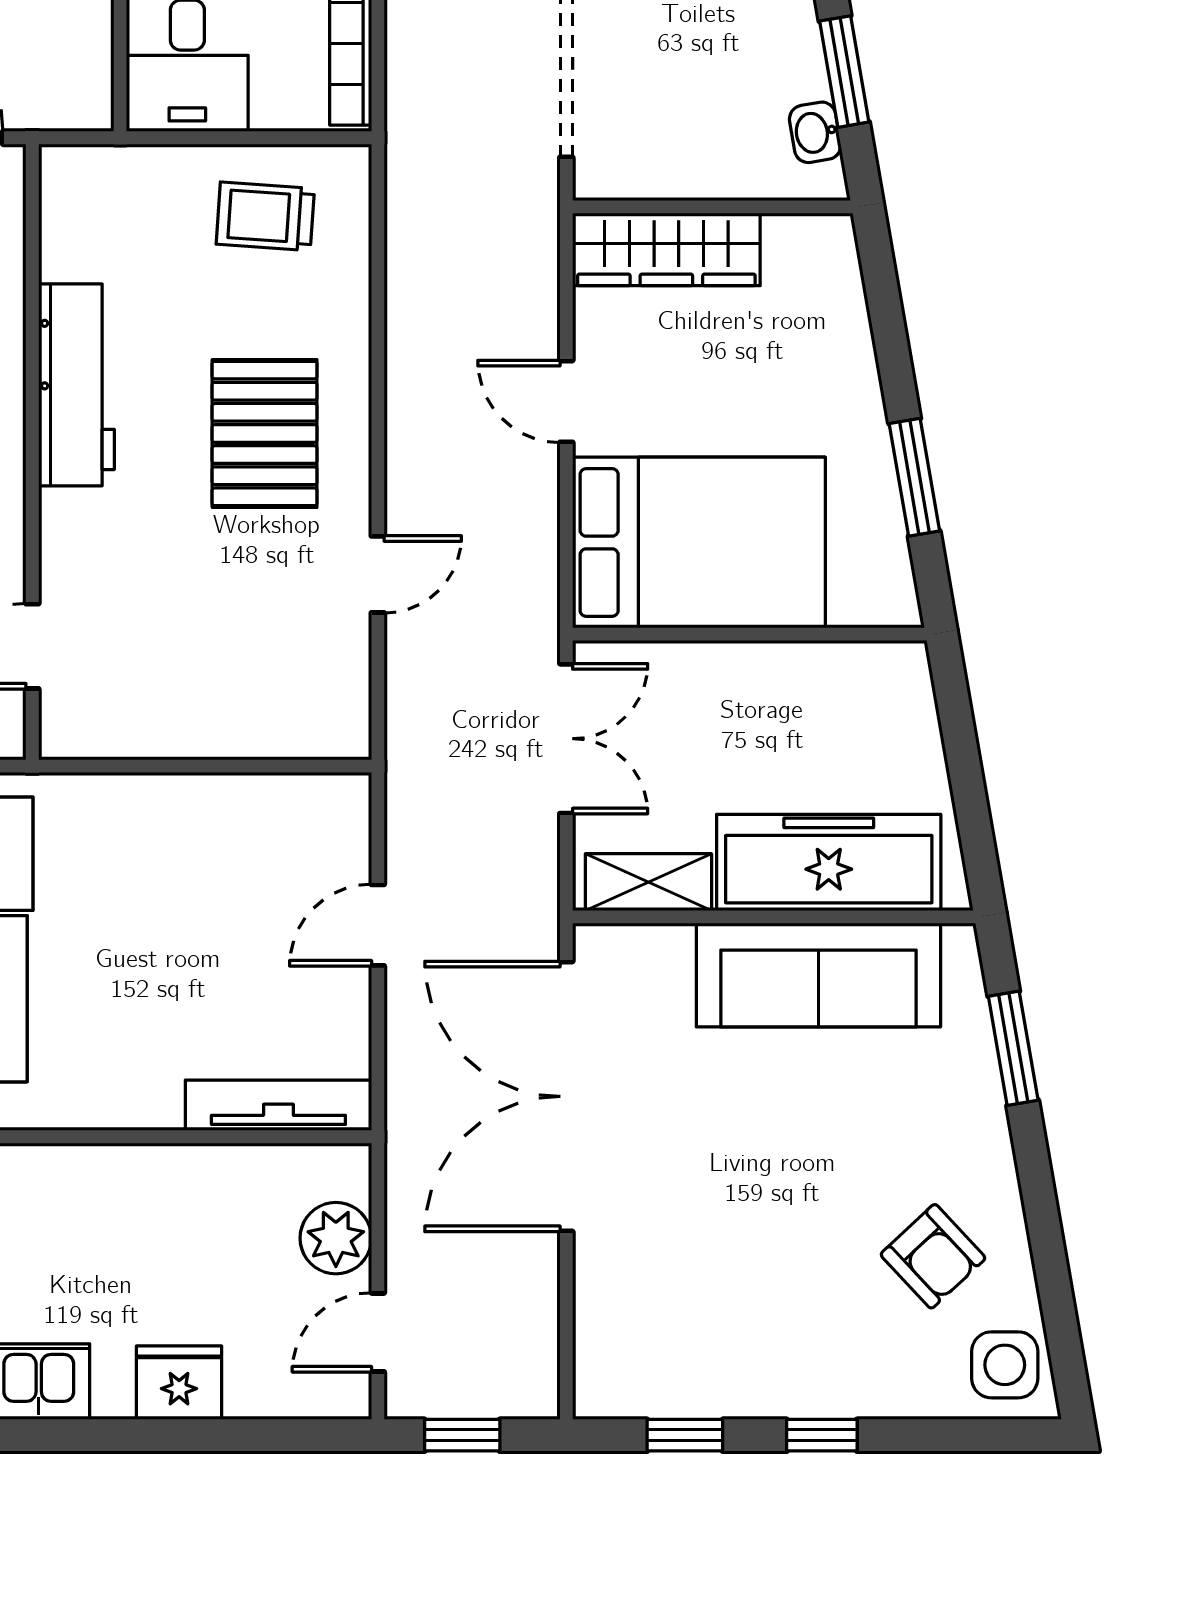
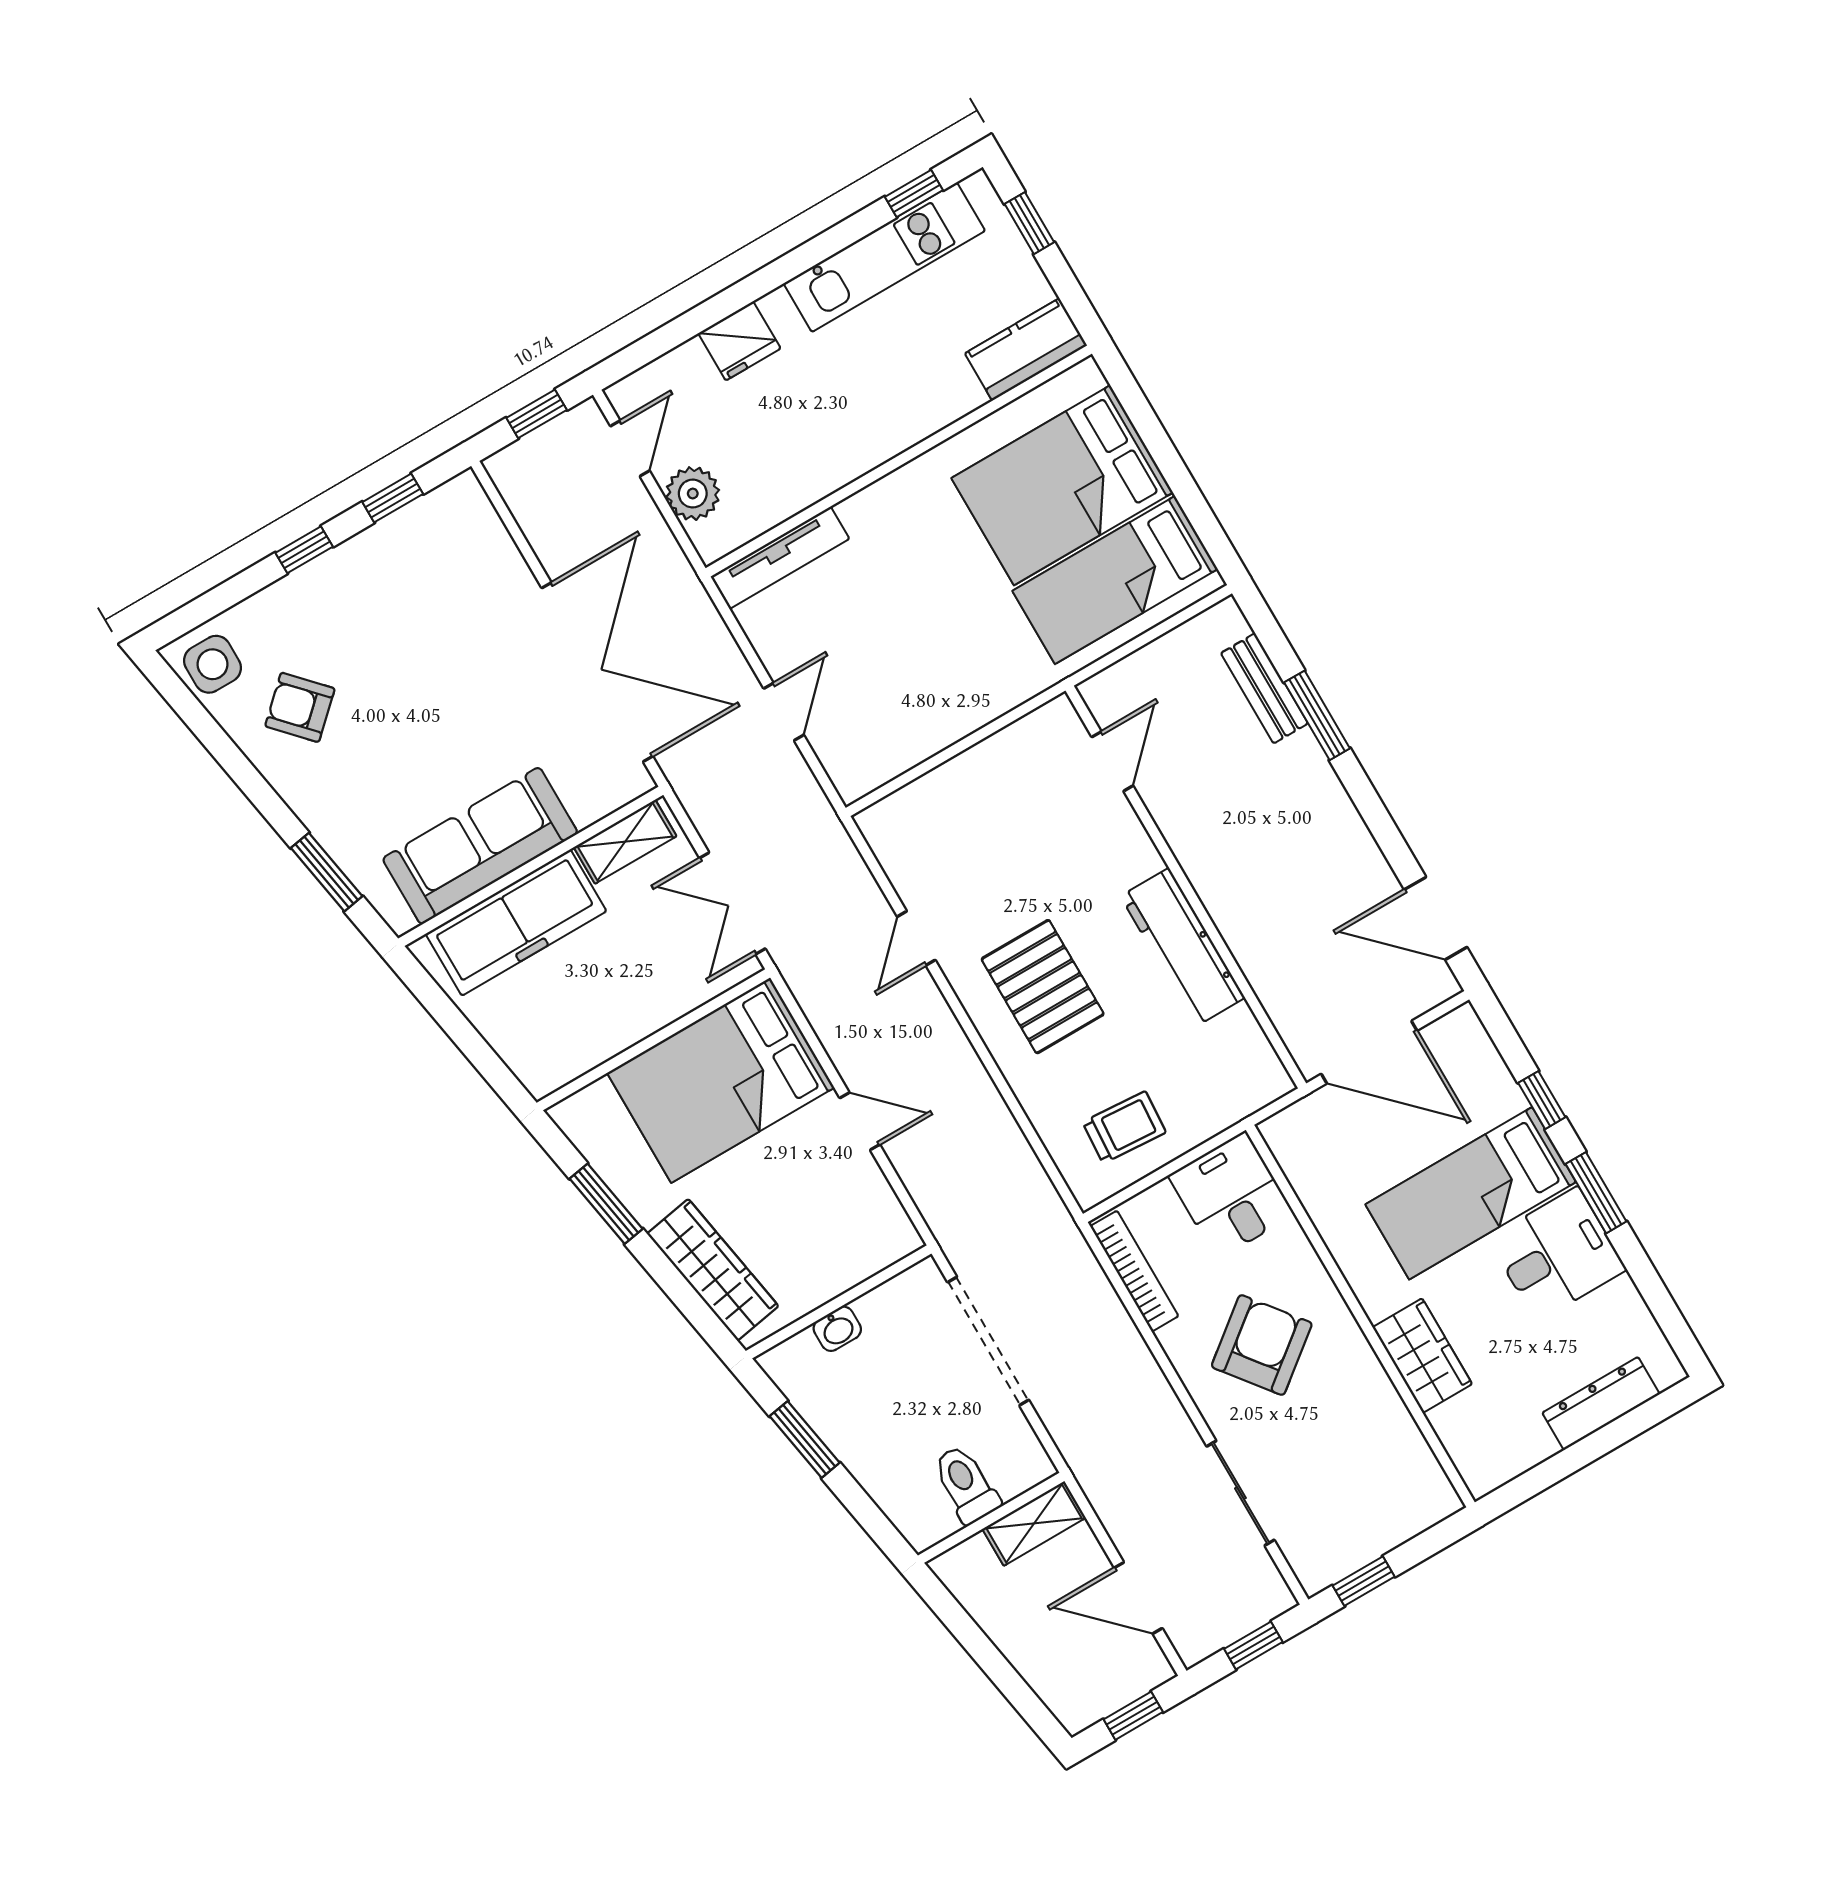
washbasin: (815, 132) -> (837, 1329), moved, turned 100
wardrobe: (666, 249) -> (713, 1270), moved, turned 80

